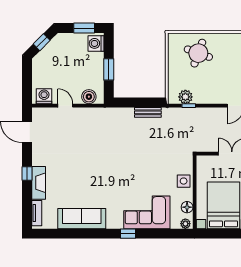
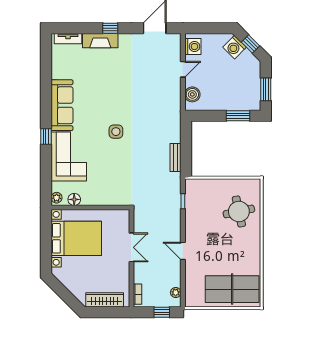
washing machine: (96, 43) -> (235, 47), moved, turned -135
round table: (198, 53) -> (239, 211), turned -32
window: (109, 69) -> (238, 116), moved
plant: (185, 97) -> (192, 198), removed
side table: (184, 181) -> (116, 132), moved
sofa: (82, 219) -> (62, 105), moved

